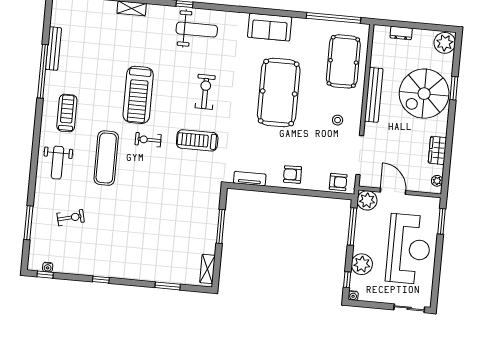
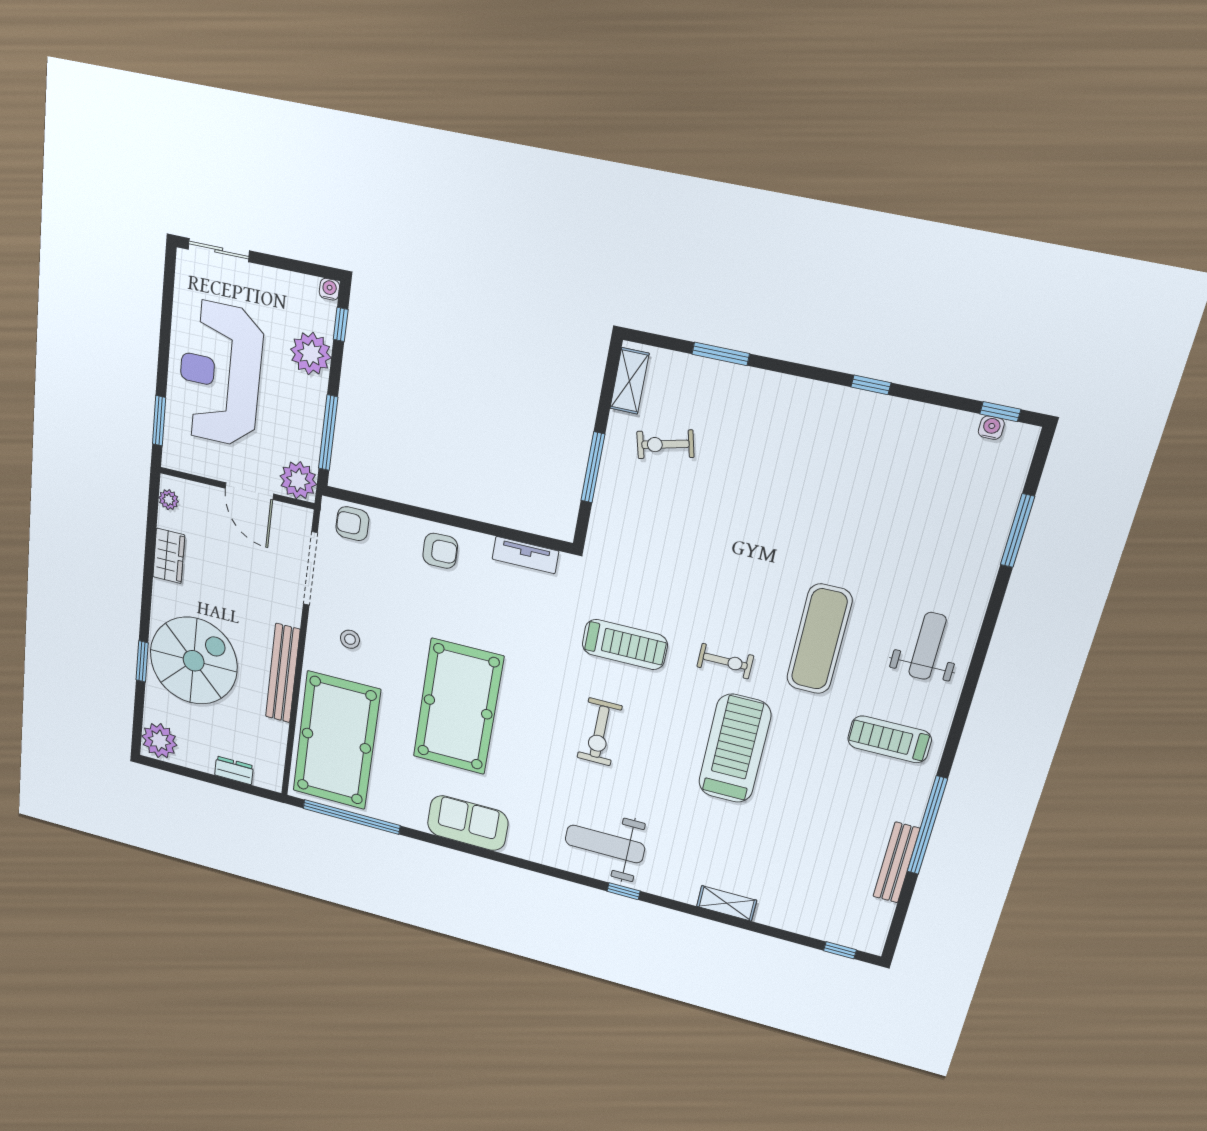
pool table: (343, 61) -> (336, 741), width x1.36, depth x1.32
treadmill: (67, 113) -> (889, 739), turned 90
exercise bike: (71, 218) -> (665, 444), moved

